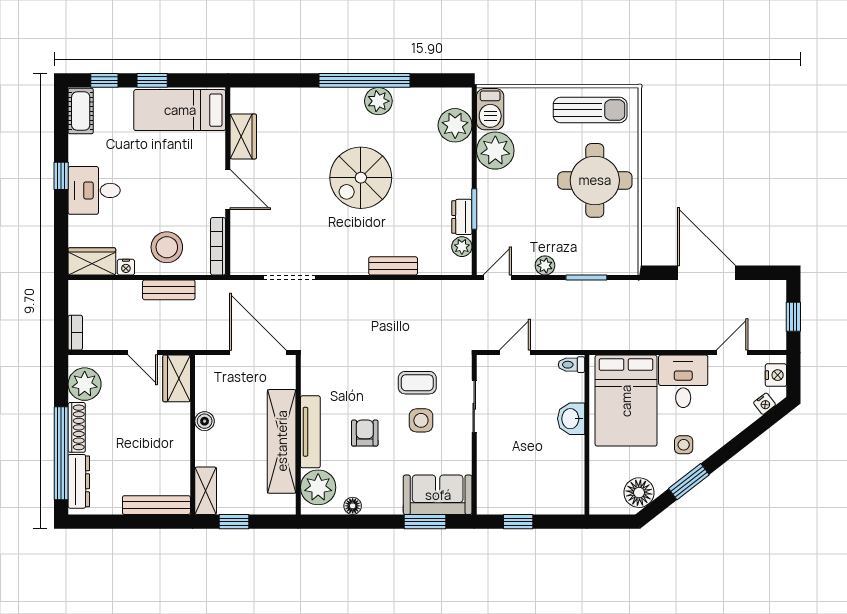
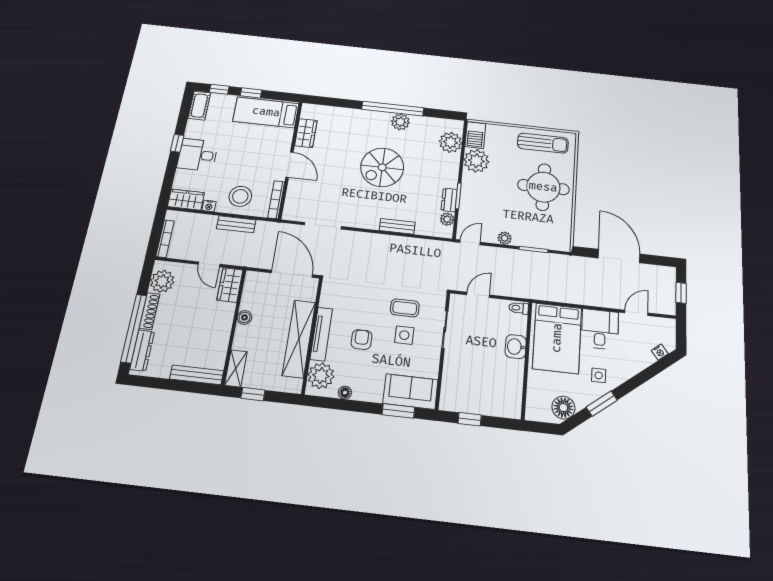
bookcase: (75, 333) -> (165, 239), width x1.56
nightstand: (776, 375) -> (668, 332), removed

